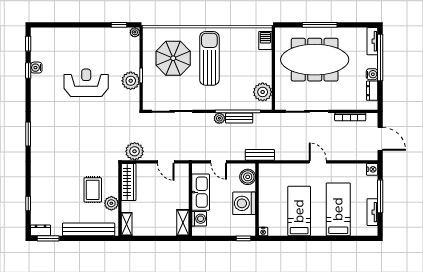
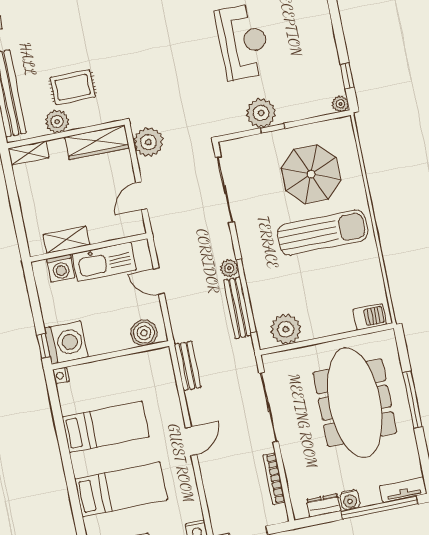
bench: (239, 118) -> (238, 308), width x1.36
bench: (260, 155) -> (188, 366), moved
door: (219, 162) -> (159, 281), hinge flipped
washing machine: (244, 203) -> (66, 343), moved, turned 90
shelving: (183, 223) -> (66, 240), moved

